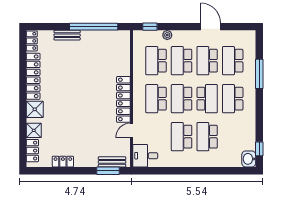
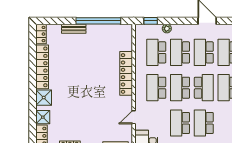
locker: (123, 99) -> (126, 73), moved

